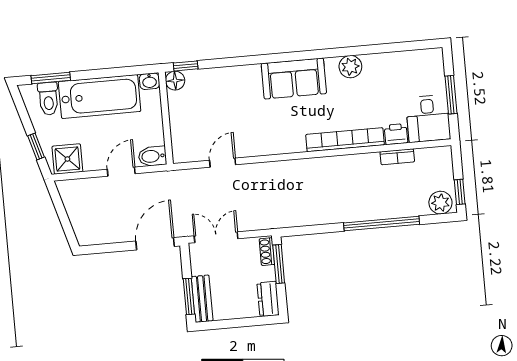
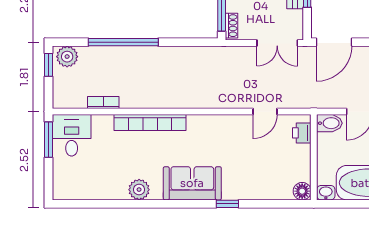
window: (186, 66) -> (227, 204), moved
window: (451, 95) -> (48, 140), moved
printer: (396, 134) -> (302, 133), moved, turned 90

